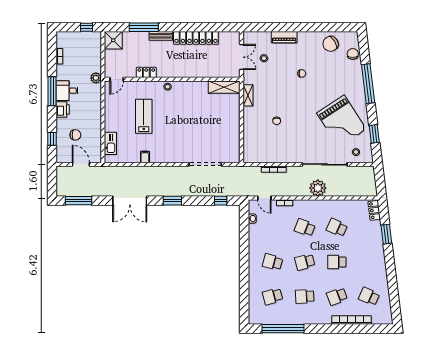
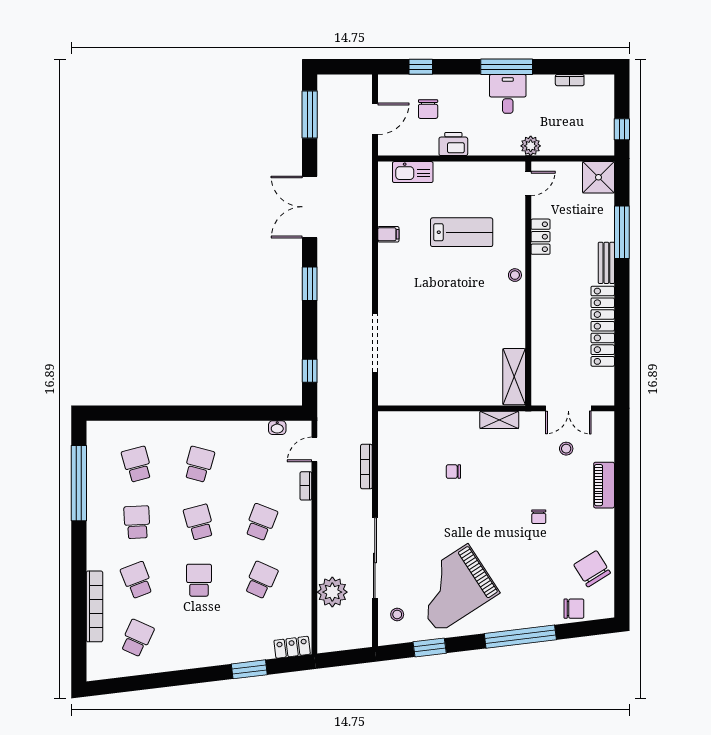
door: (117, 79) -> (528, 183), swing flipped
printer: (63, 109) -> (453, 144), moved, turned 180
plant: (318, 188) -> (332, 592), moved

